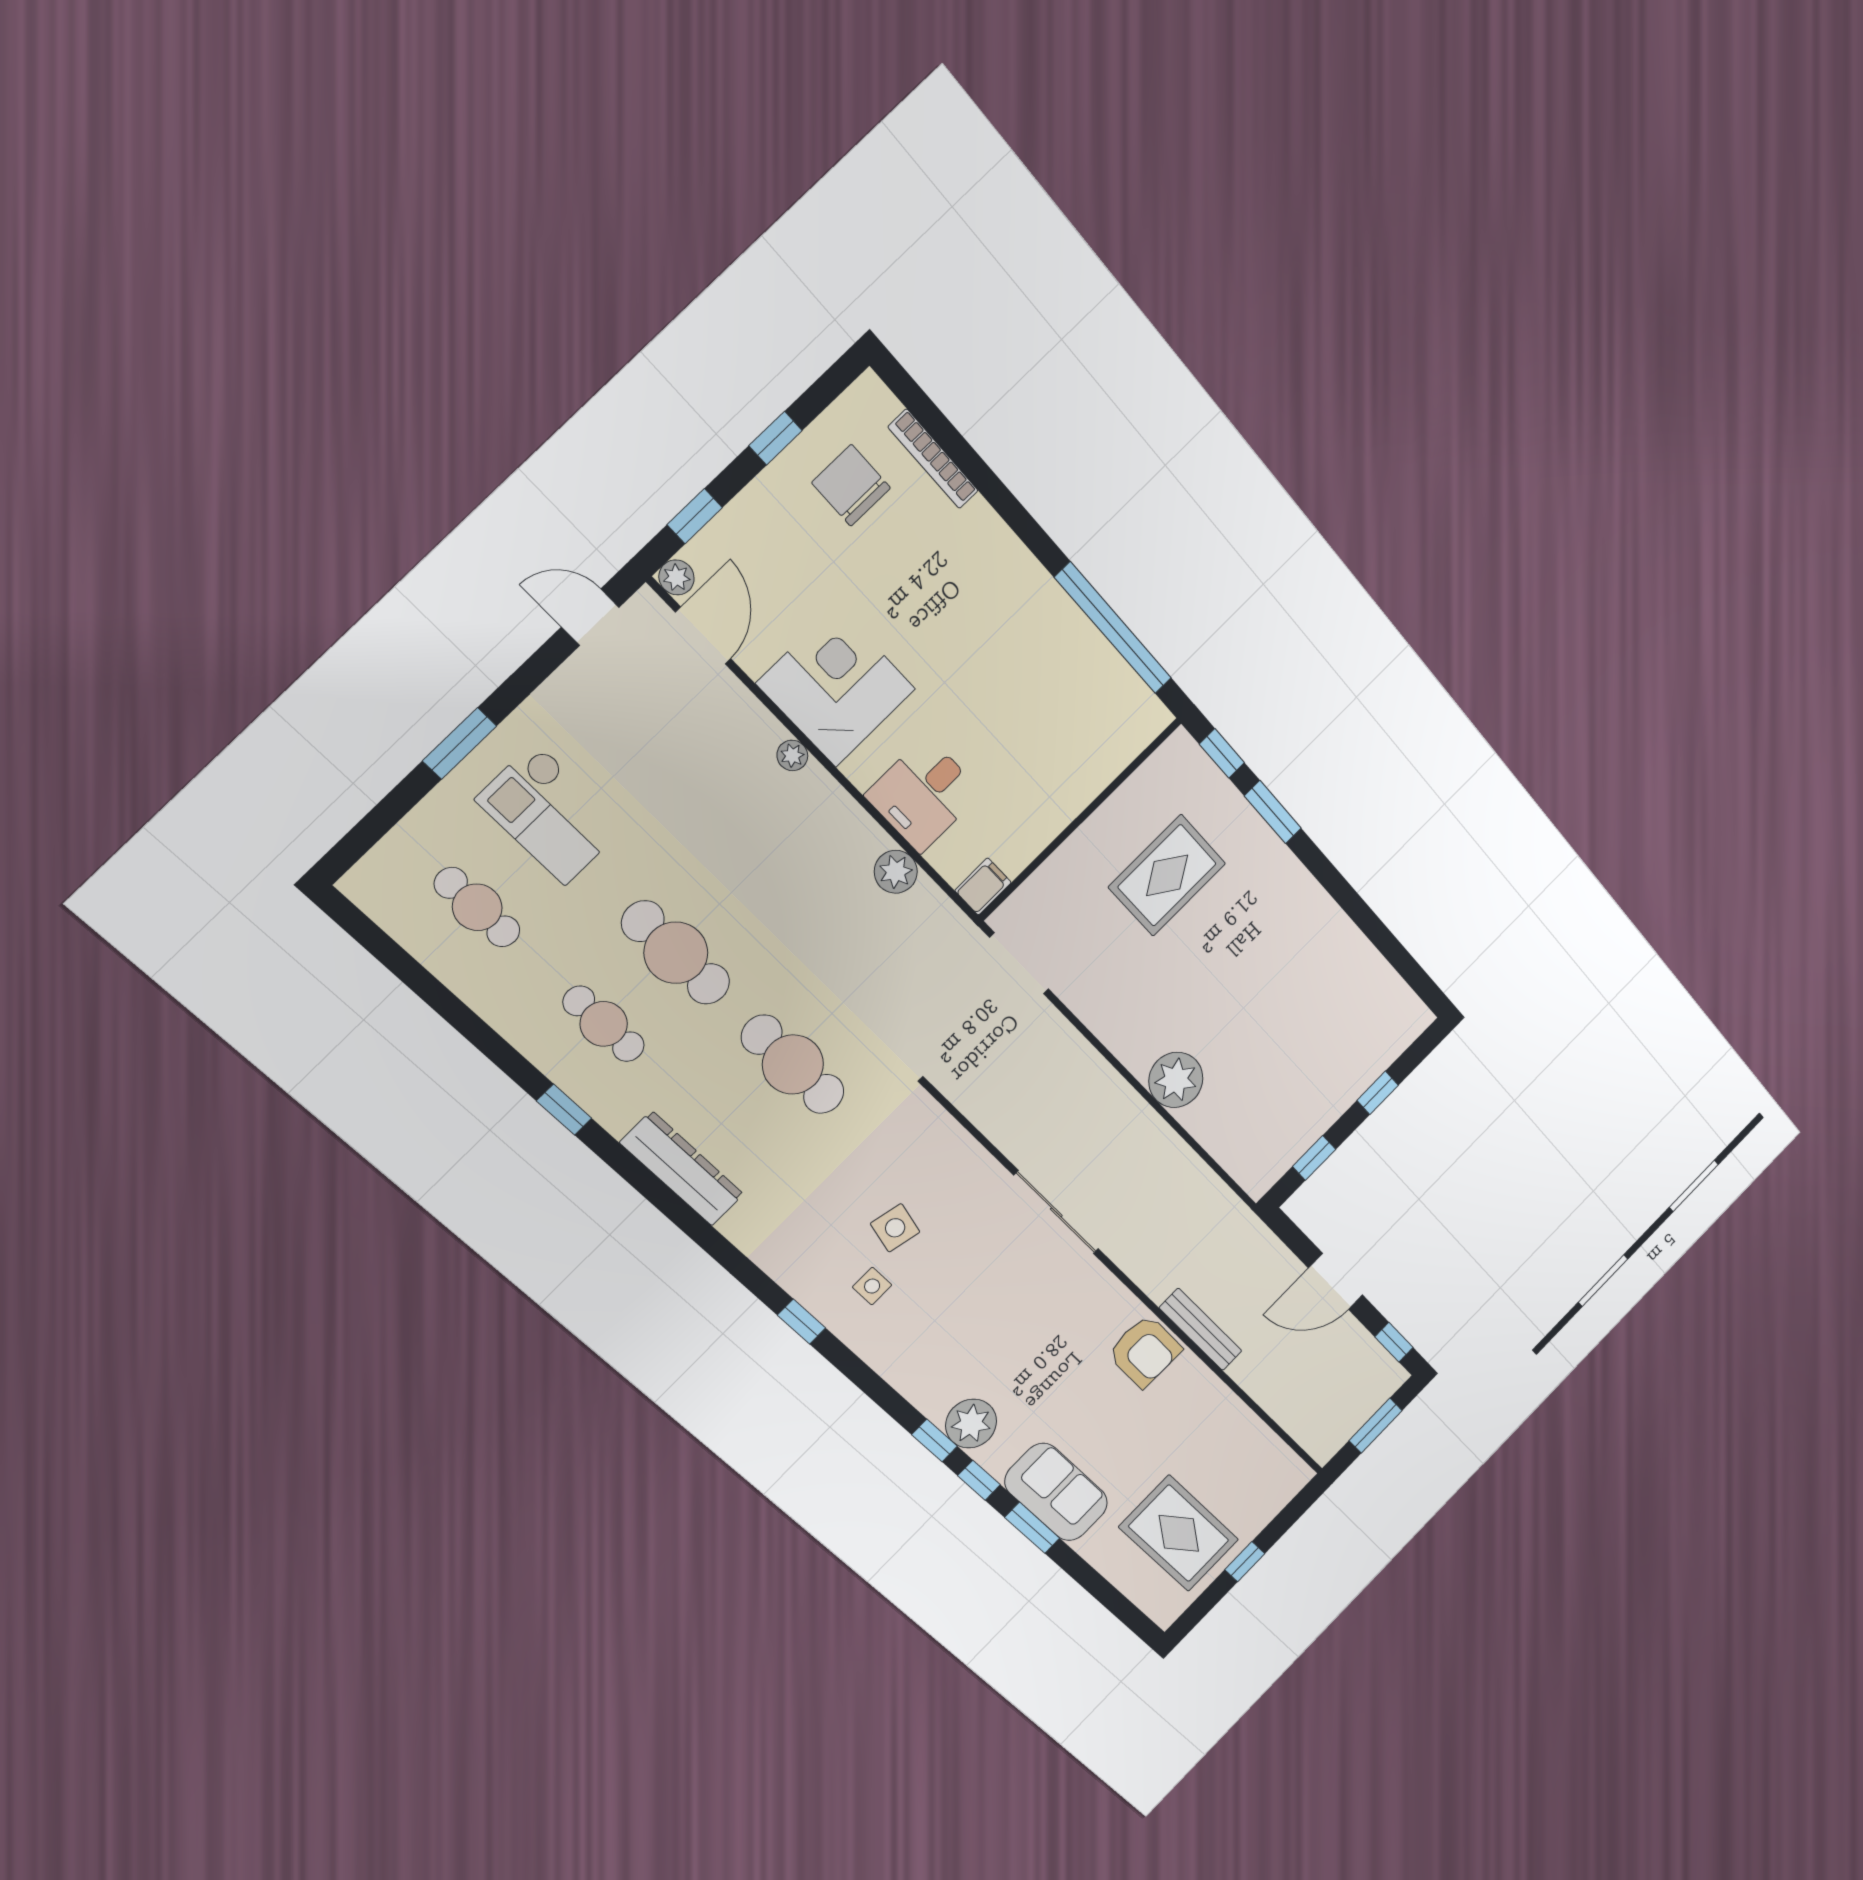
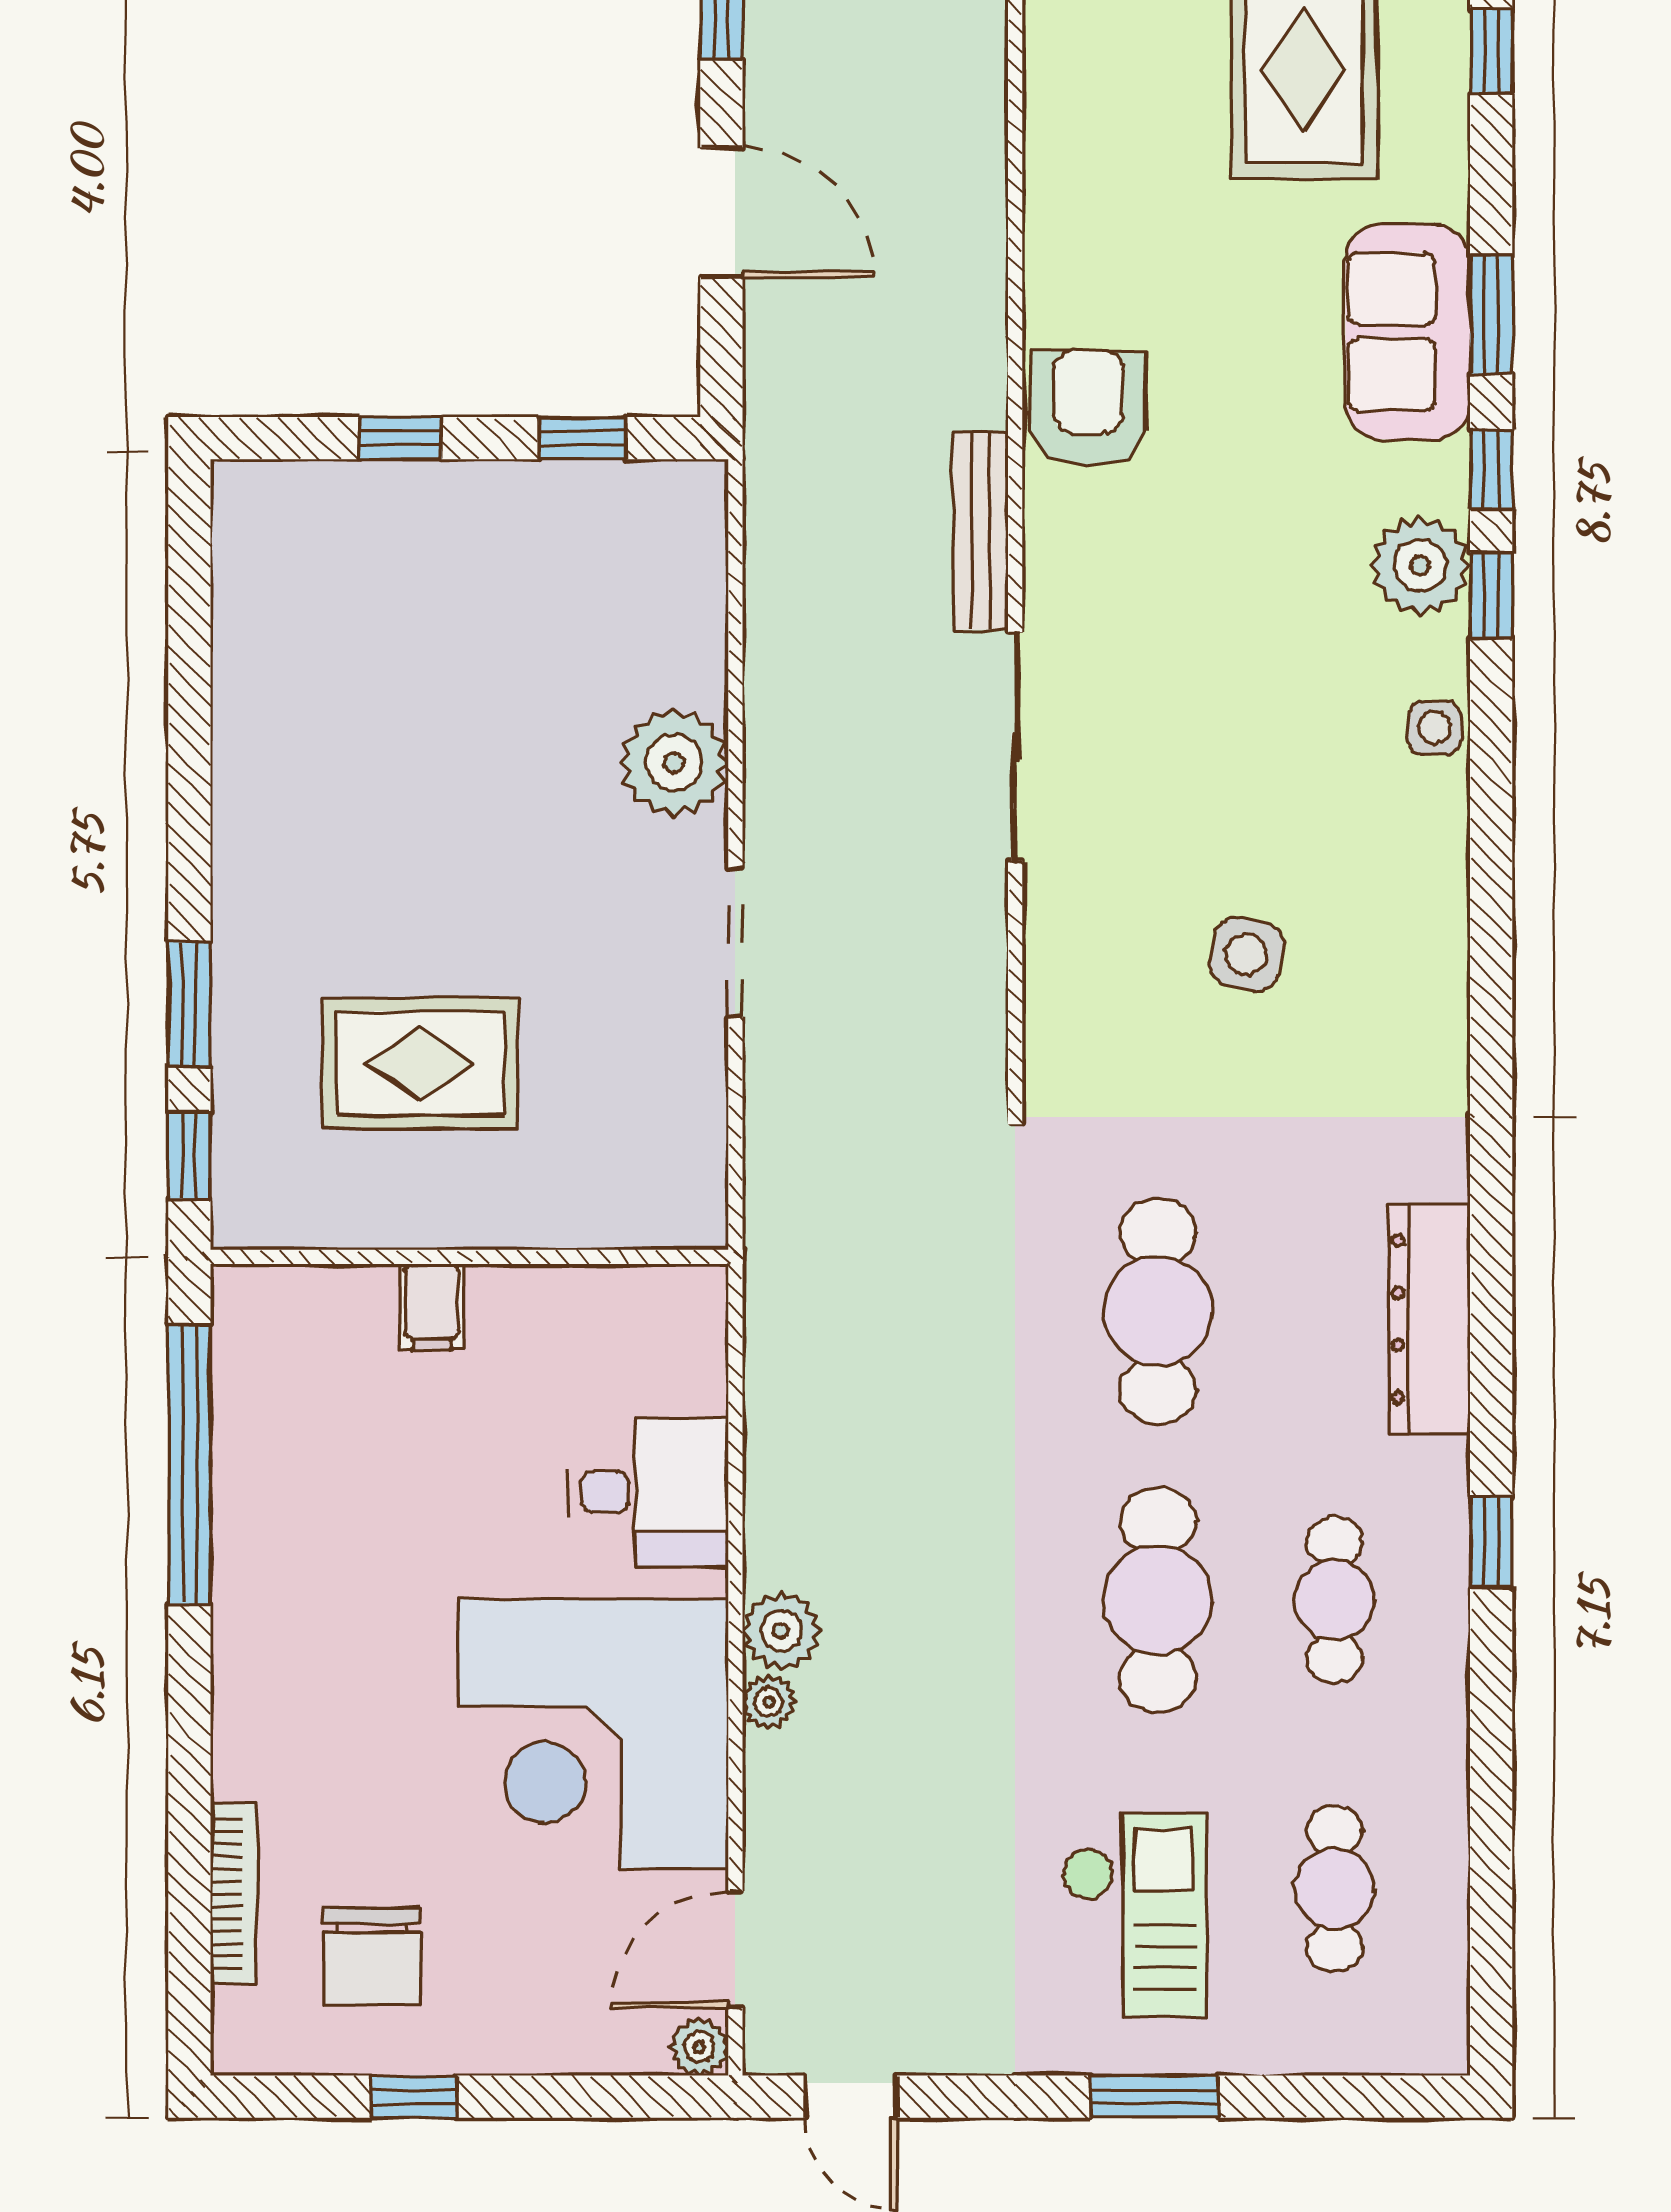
window: (695, 516) -> (605, 2097), removed
corner desk: (836, 686) -> (593, 1734), width x1.36, depth x1.36
plant: (896, 872) -> (781, 1631), moved
filing cabinet: (983, 886) -> (432, 1307), moved, turned -90
doorway: (1019, 963) -> (735, 942), moved
side table: (872, 1286) -> (1435, 728), moved
window: (801, 1322) -> (1491, 51), moved
bench: (1201, 1329) -> (981, 531), moved

